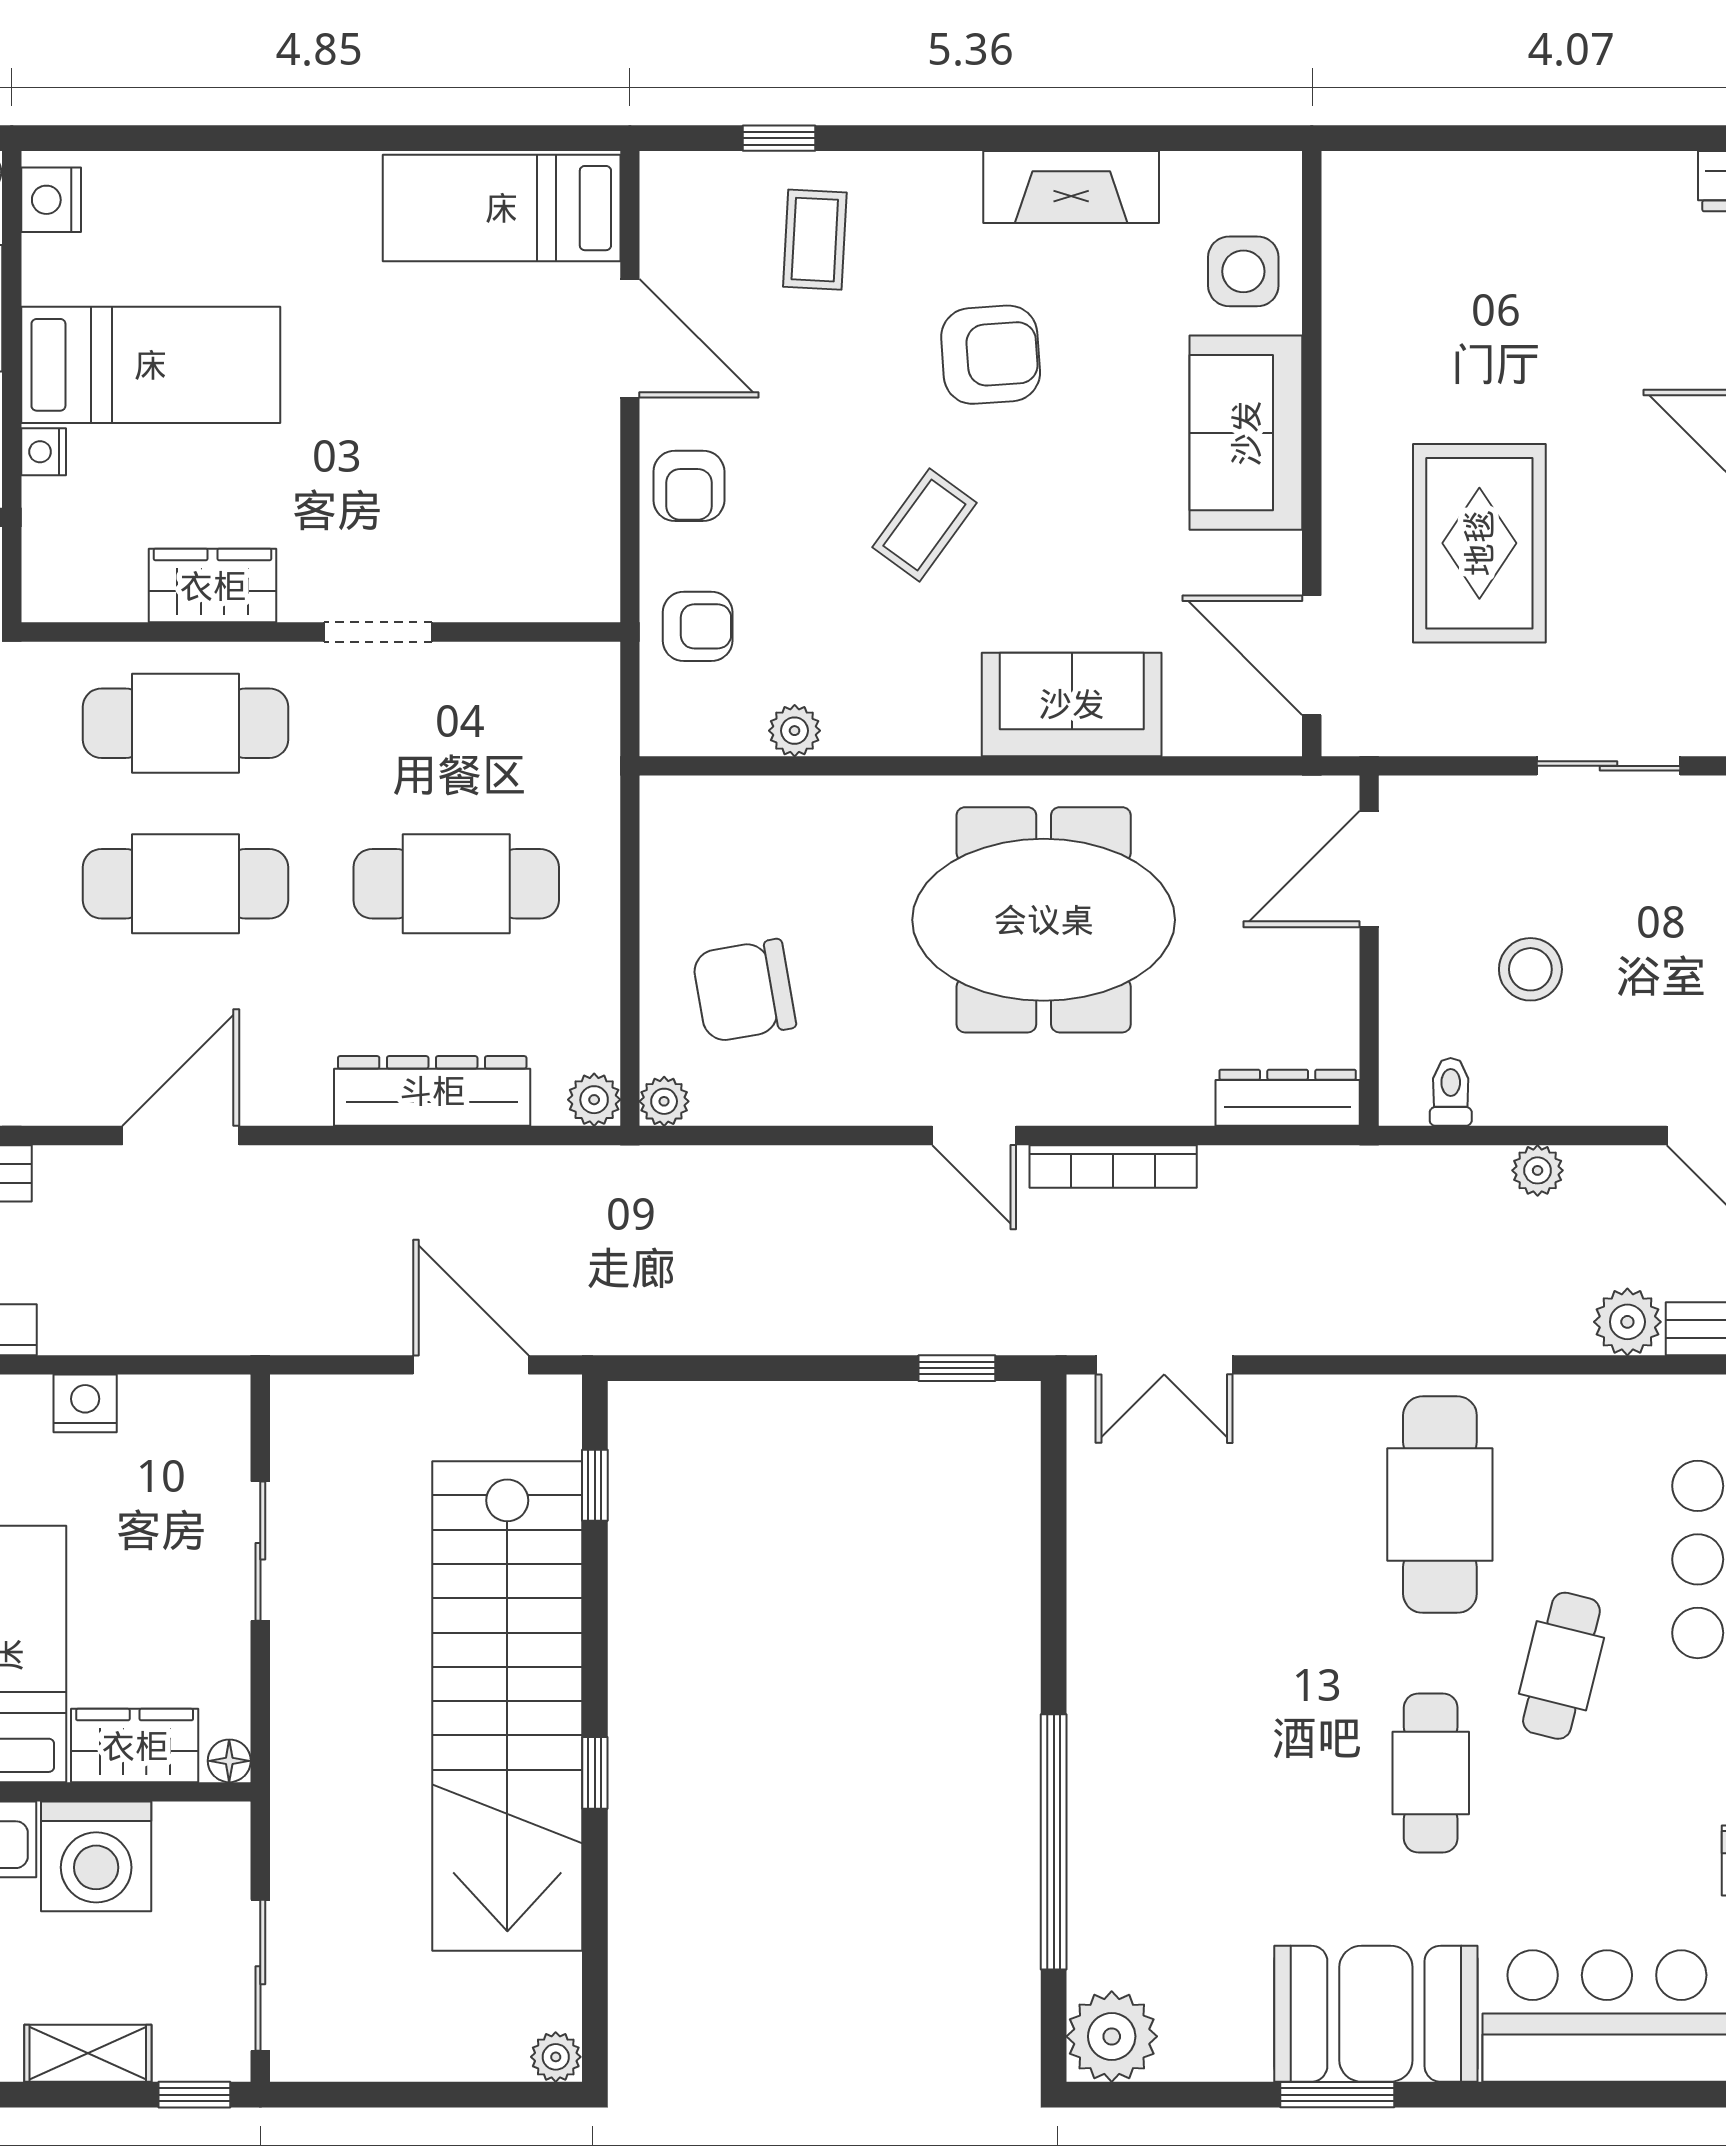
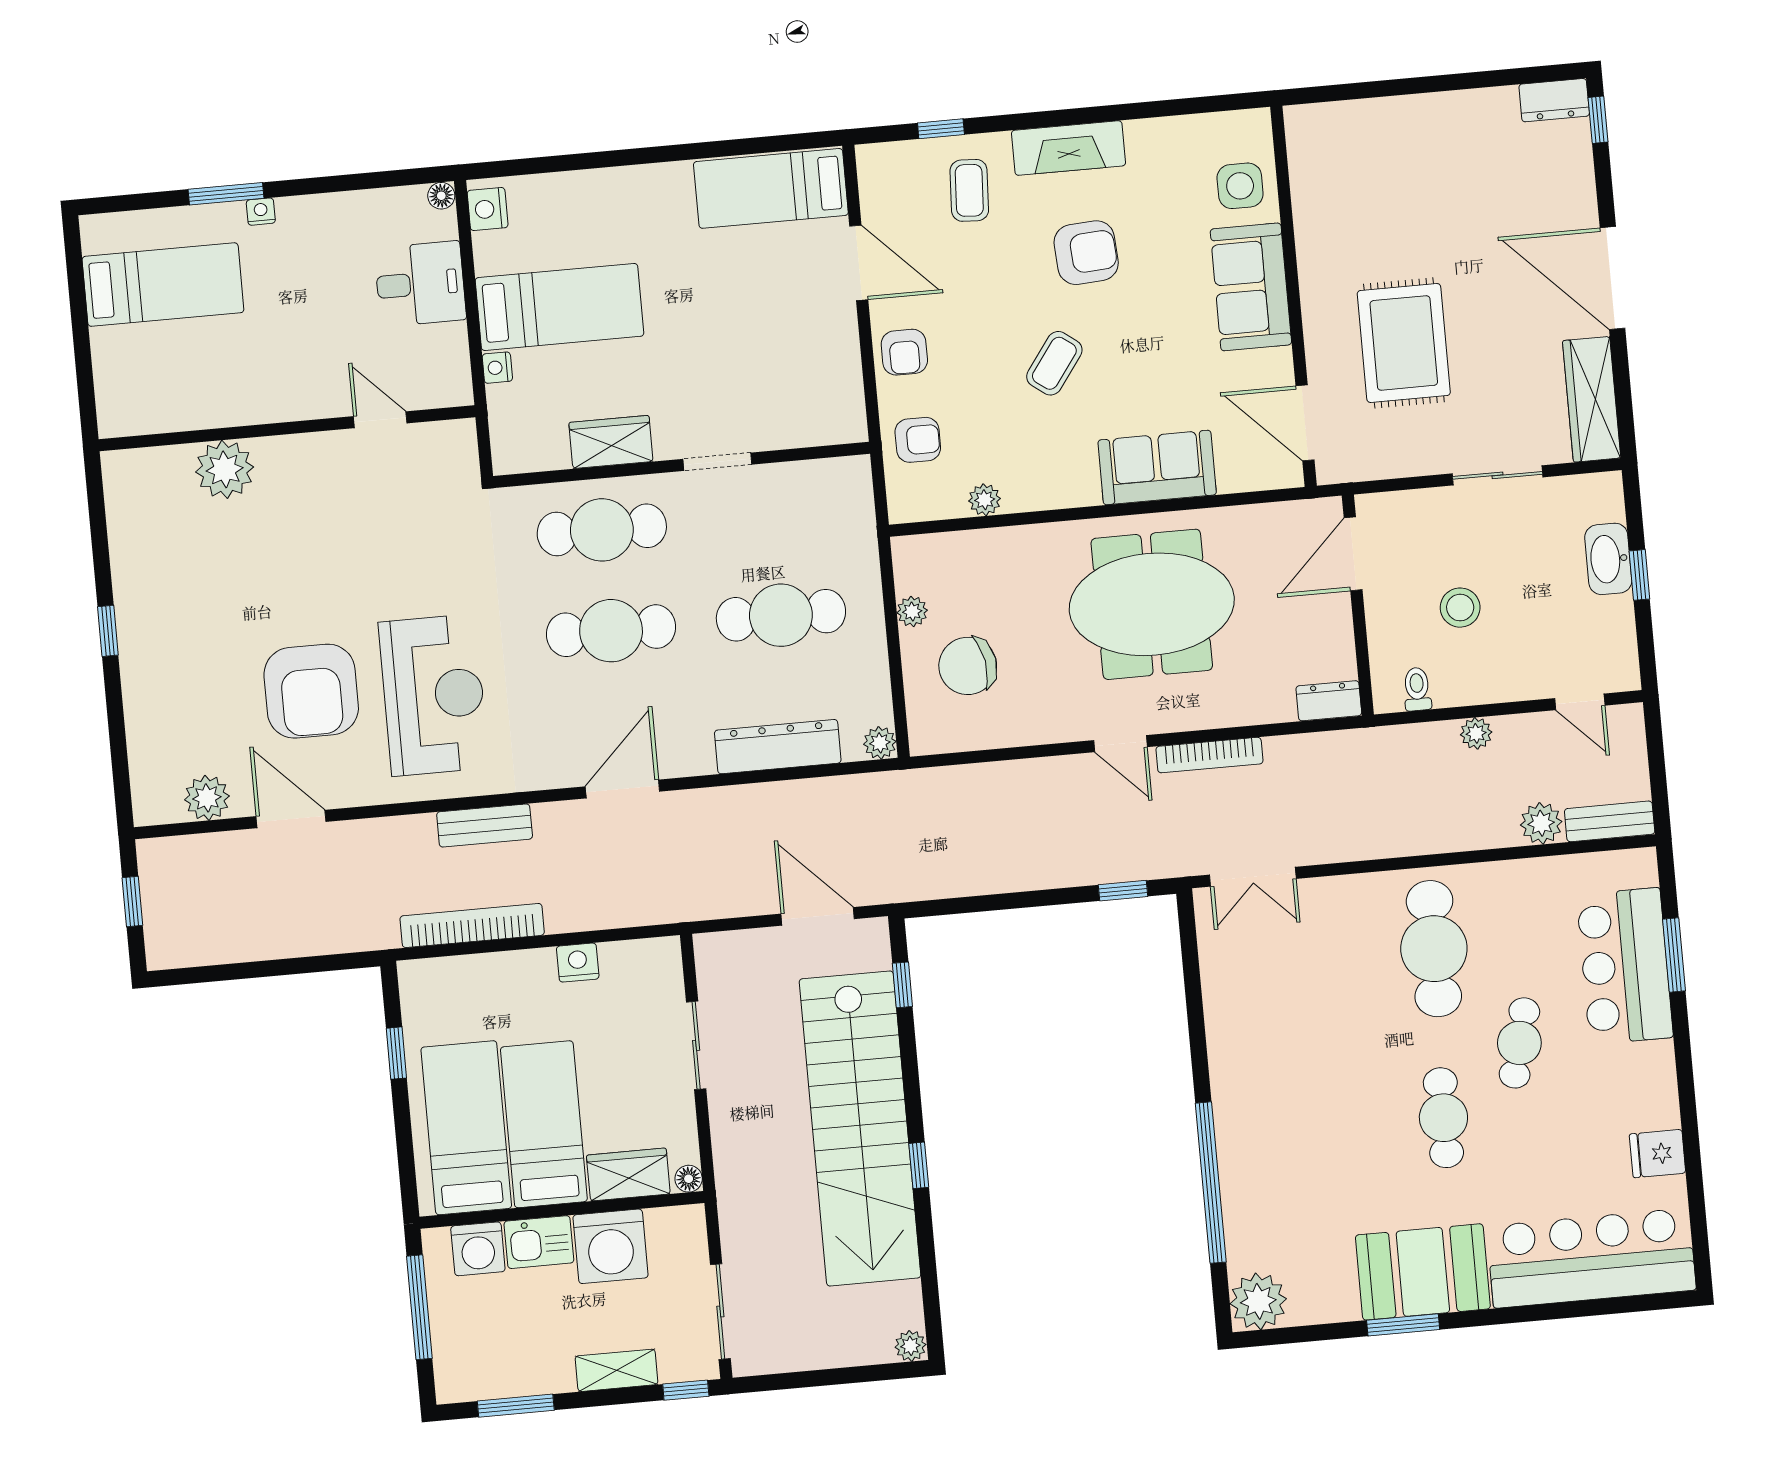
fireplace: (1071, 187) -> (1068, 148), moved
dresser: (1288, 1098) -> (1329, 701), width x0.70
plant: (664, 1101) -> (912, 611), moved

